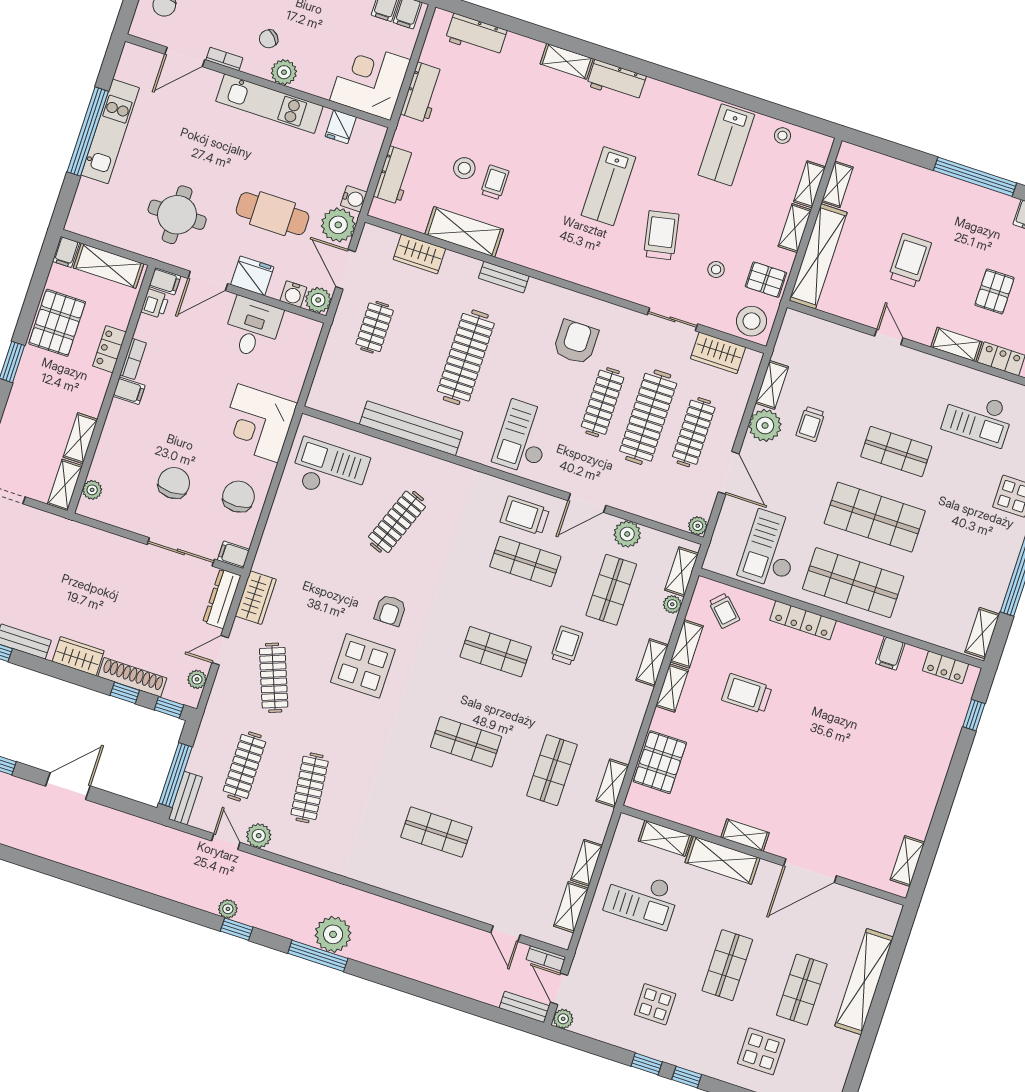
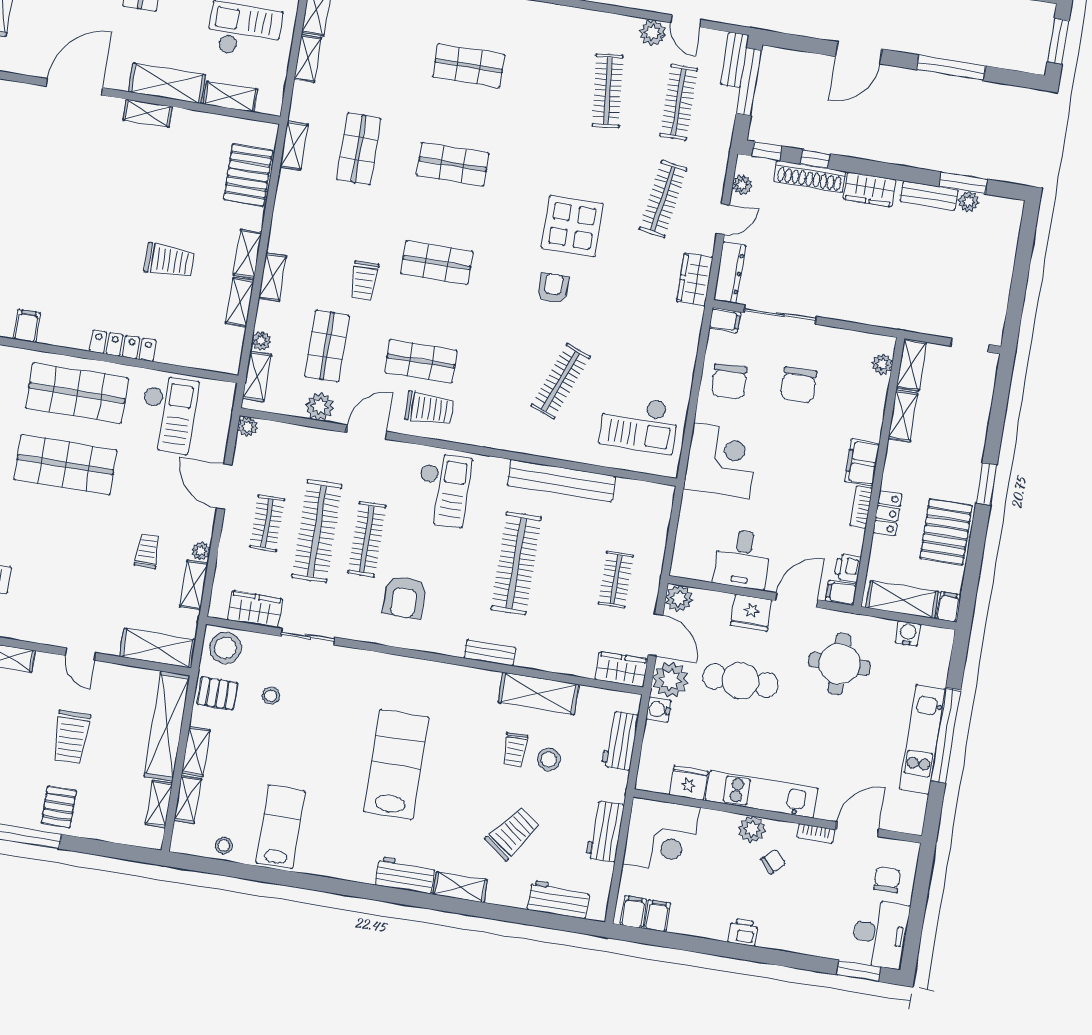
fridge: (341, 127) -> (689, 783), width x1.38
lab bench: (608, 186) -> (396, 764), width x1.36, depth x1.39
pallet: (932, 197) -> (59, 807), added
trolley: (661, 235) -> (513, 833), moved, turned -132
wardrobe: (419, 254) -> (622, 669), moved
water cooler: (293, 294) -> (908, 633), moved
shelving: (815, 331) -> (158, 648), added
filing cabinet: (129, 391) -> (862, 463), width x2.00
plant: (765, 425) -> (201, 551), width x0.53, depth x0.53
clothes rail: (694, 432) -> (267, 523), width x0.73
shop shelf: (896, 452) -> (54, 536), removed
trolley: (724, 611) -> (206, 343), removed
clothes rail: (274, 678) -> (663, 199), turned 30

